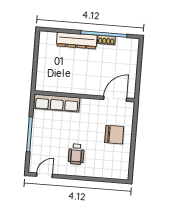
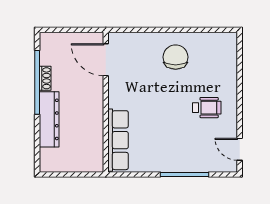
wall: (85, 96) -> (106, 102), moved
door: (115, 99) -> (106, 60), moved
row of seats: (57, 103) -> (118, 140), moved

